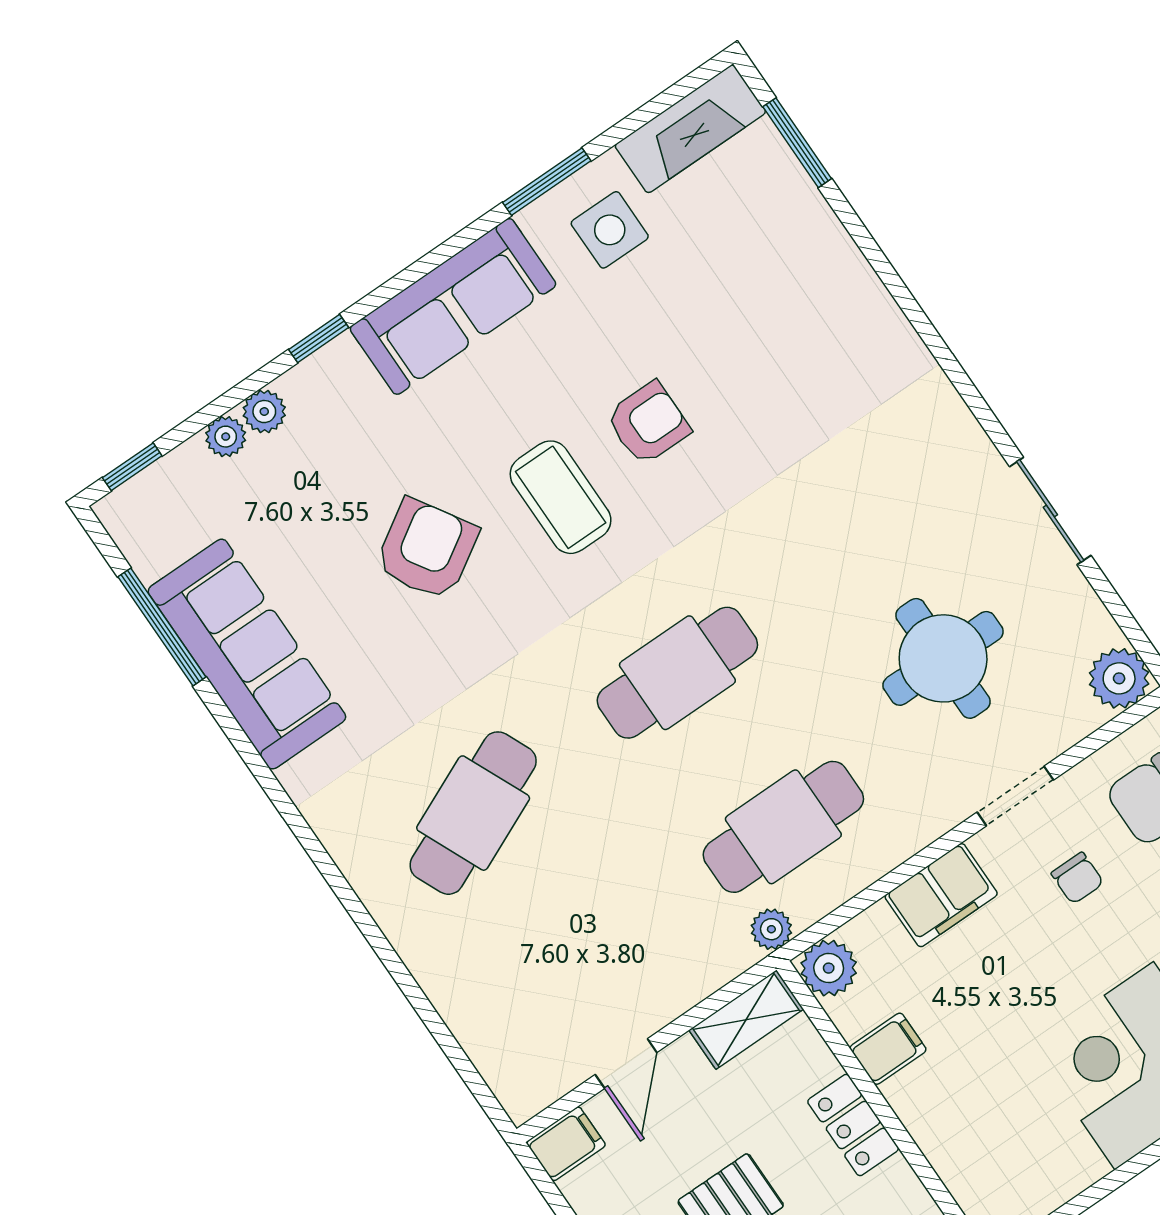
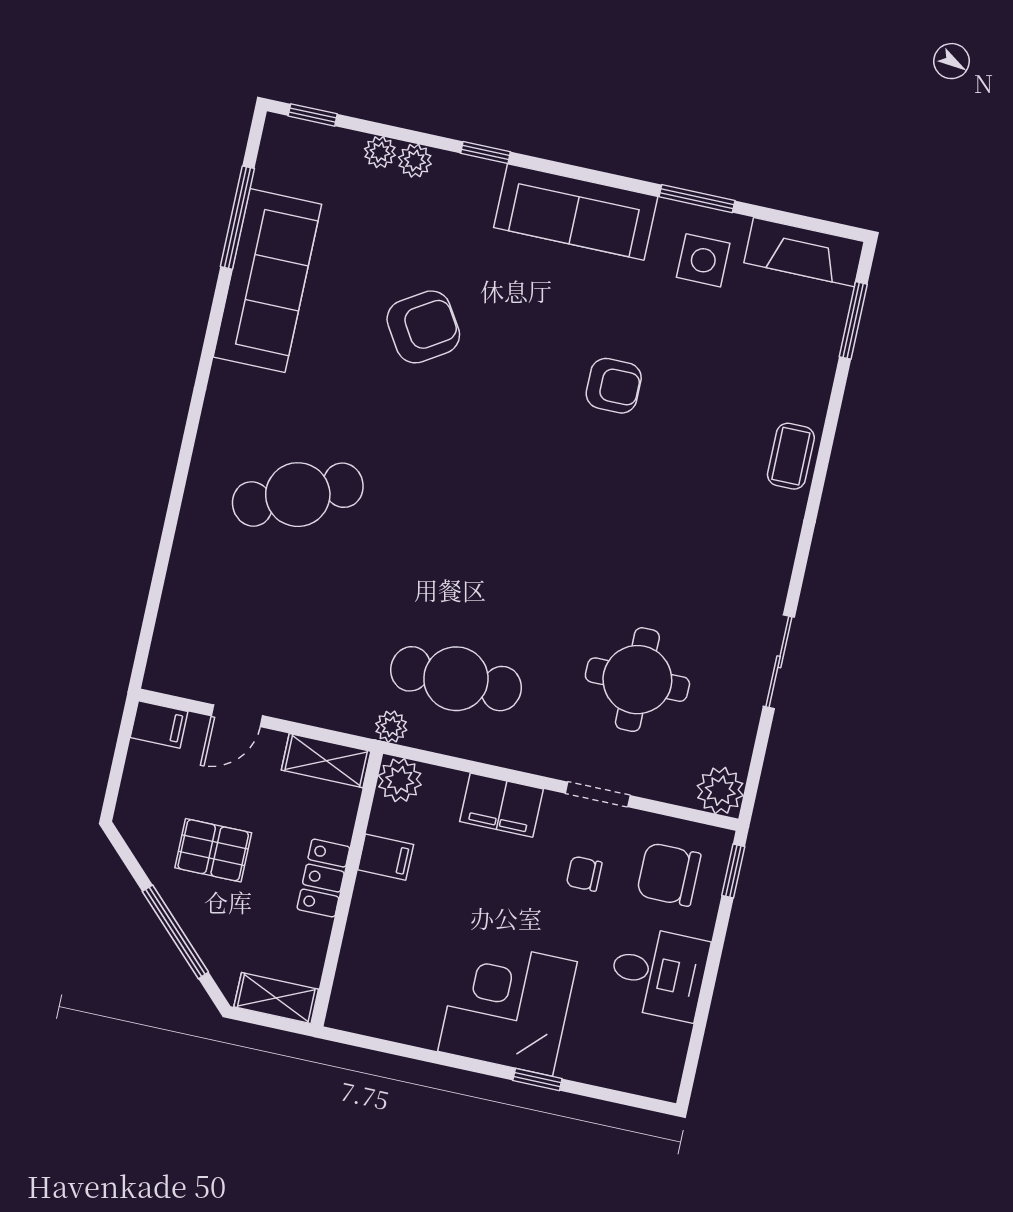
coffee table: (561, 497) -> (791, 456), moved, width x0.73, depth x0.77
cafe table: (677, 673) -> (487, 536), removed
chair: (1077, 878) -> (584, 874), turned 90

